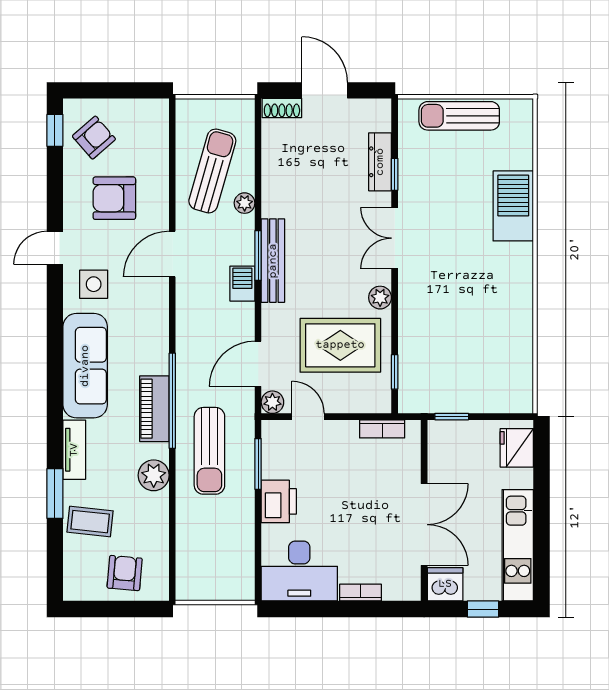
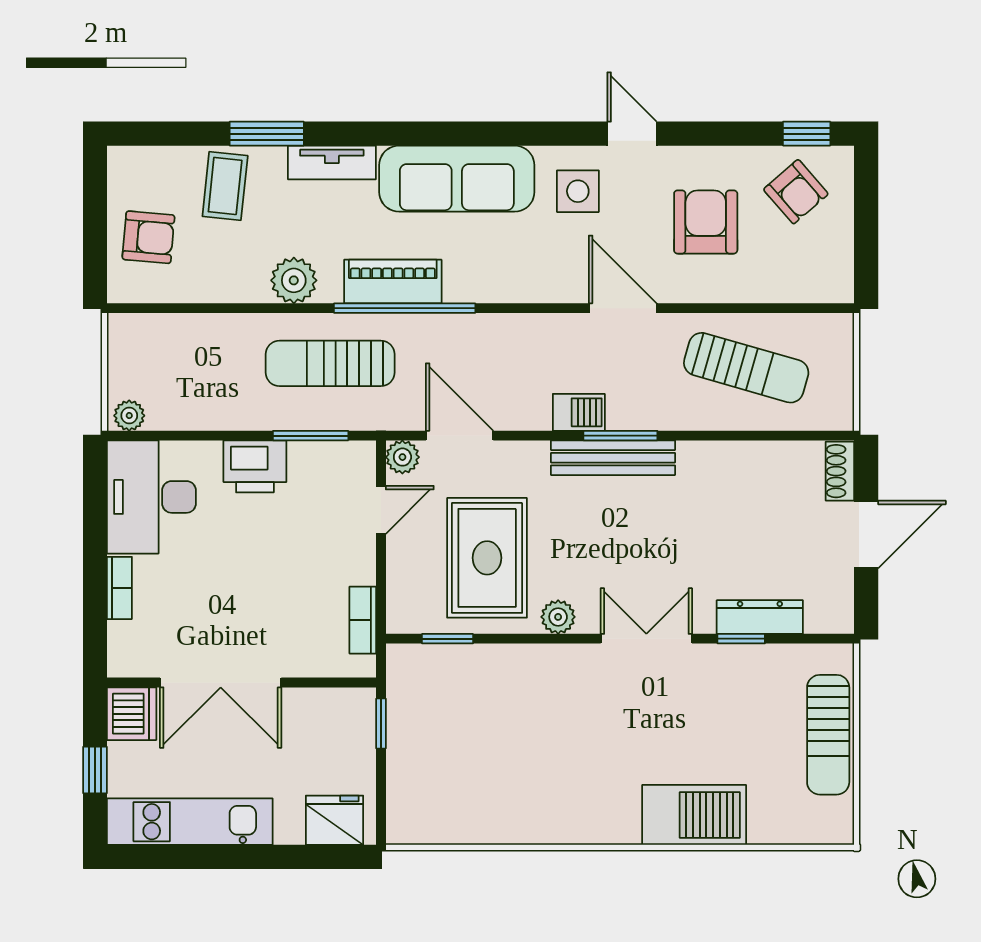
sun lounger: (459, 116) -> (828, 735), turned 180
plant: (245, 203) -> (129, 416), moved

